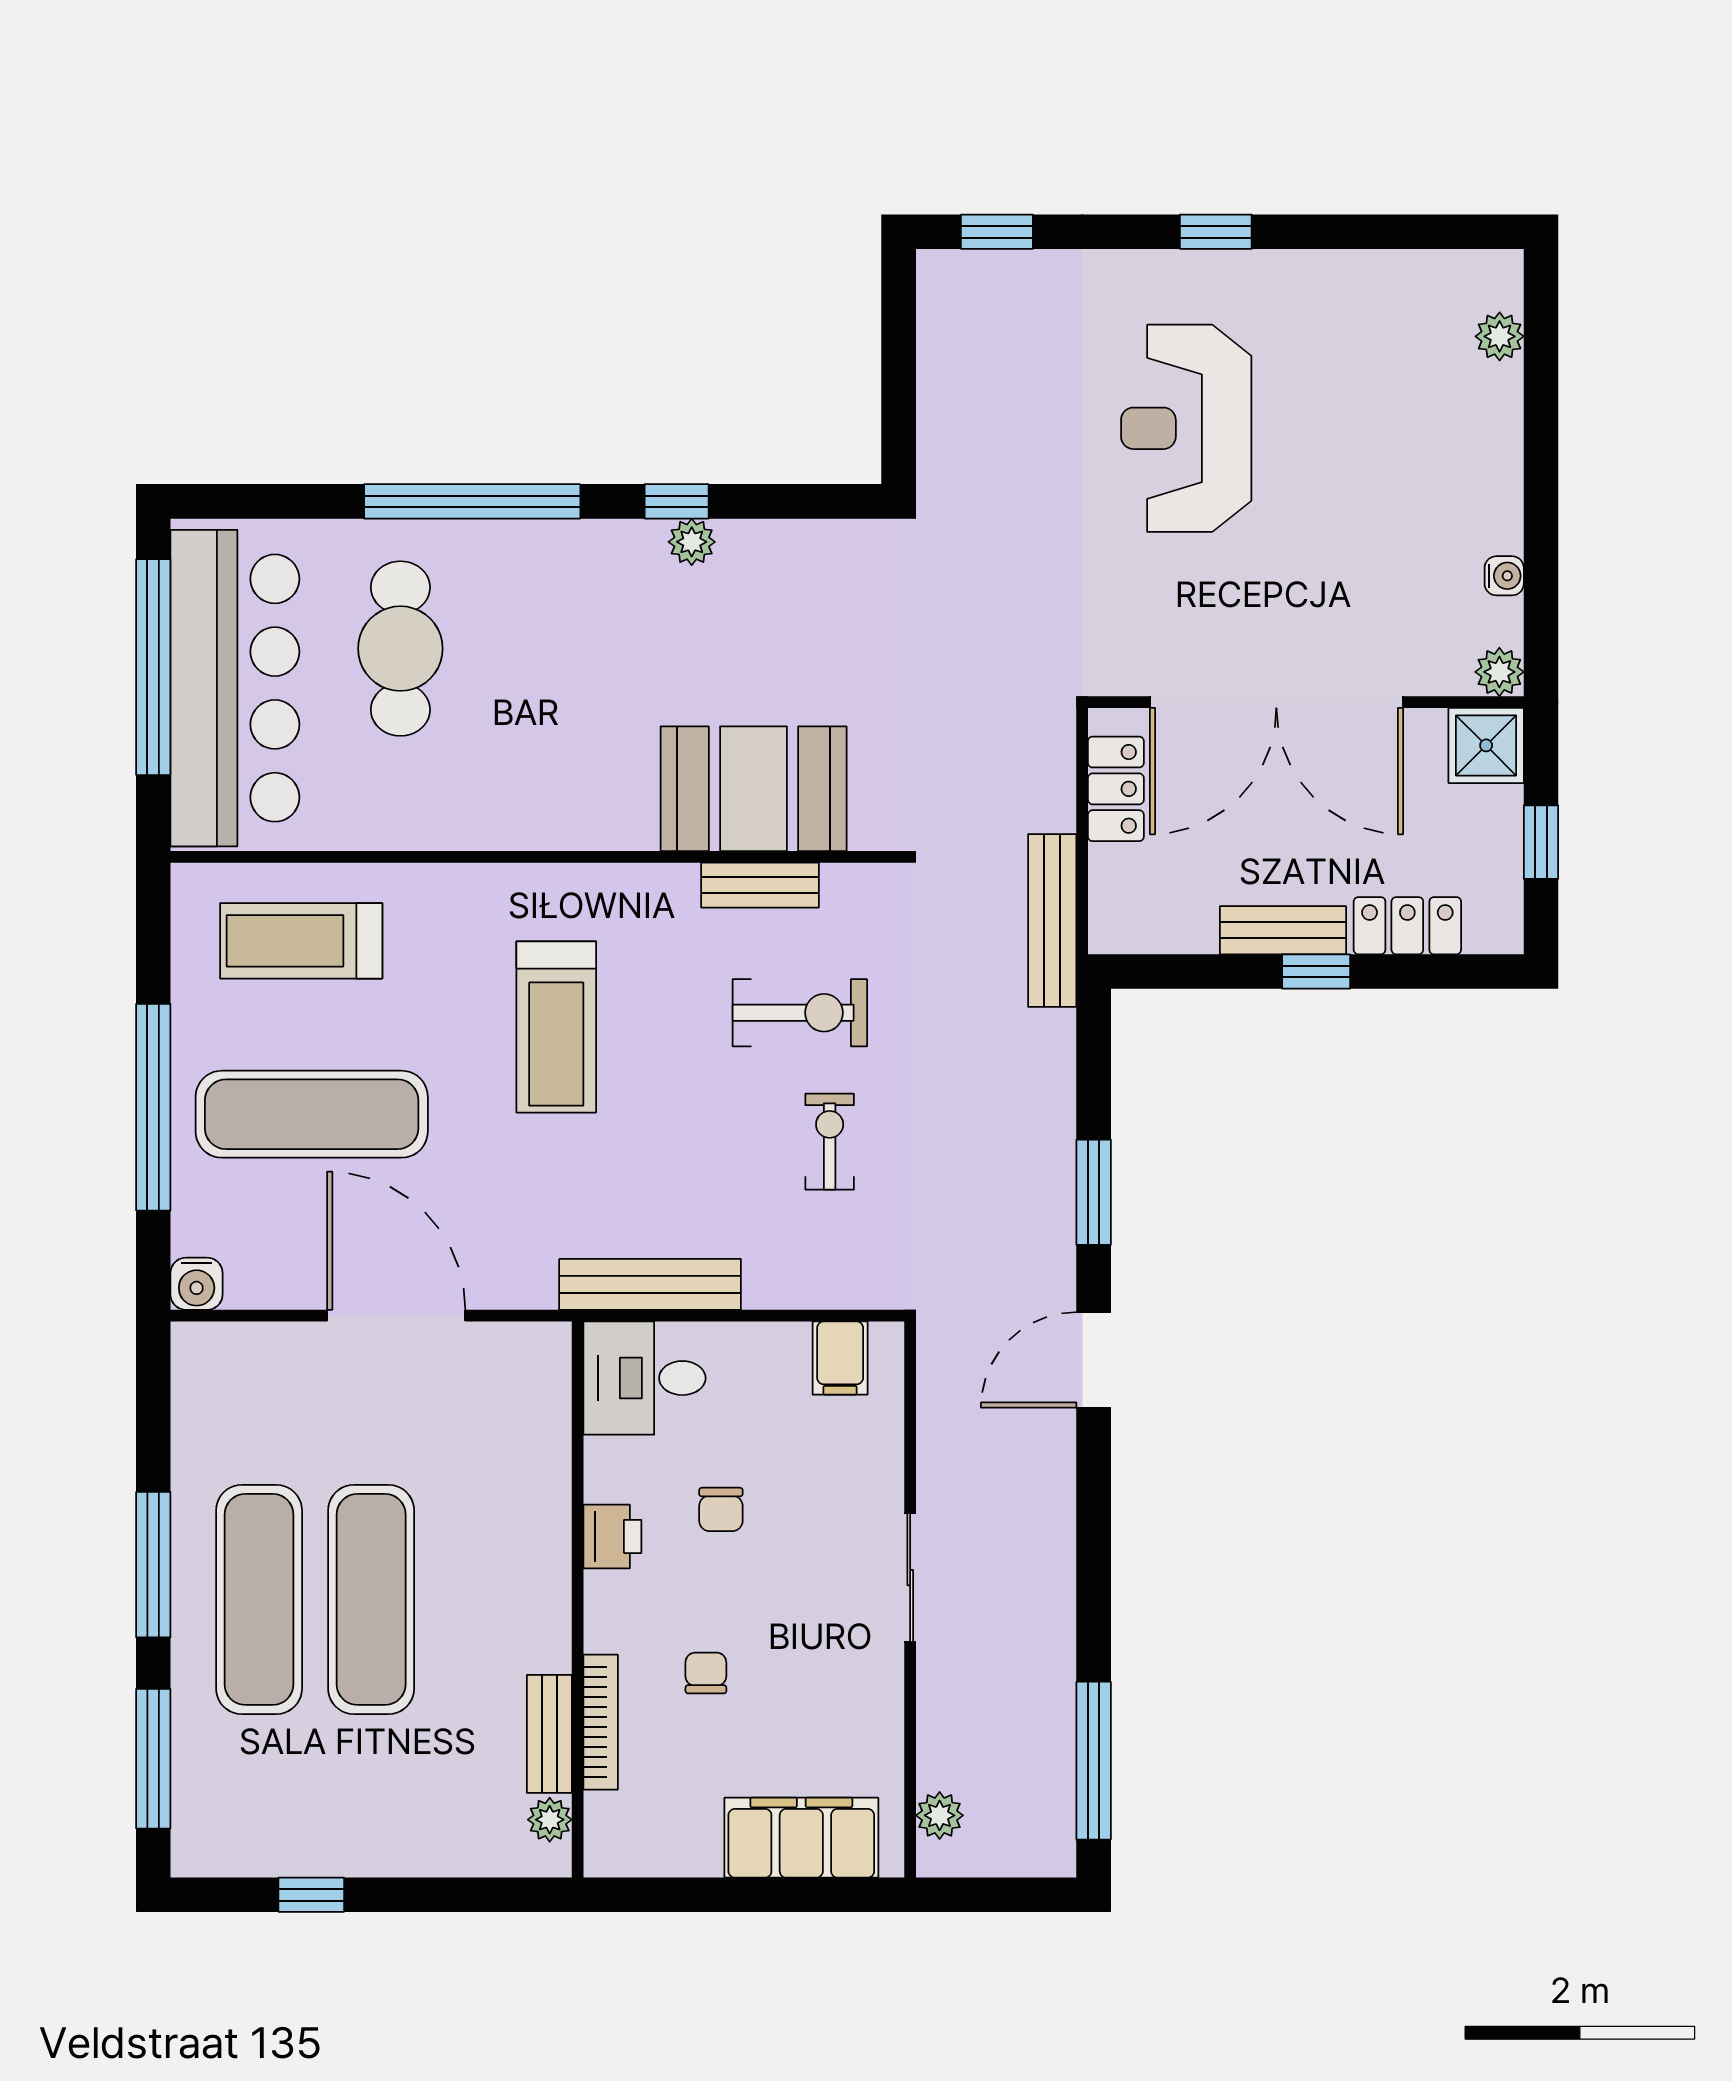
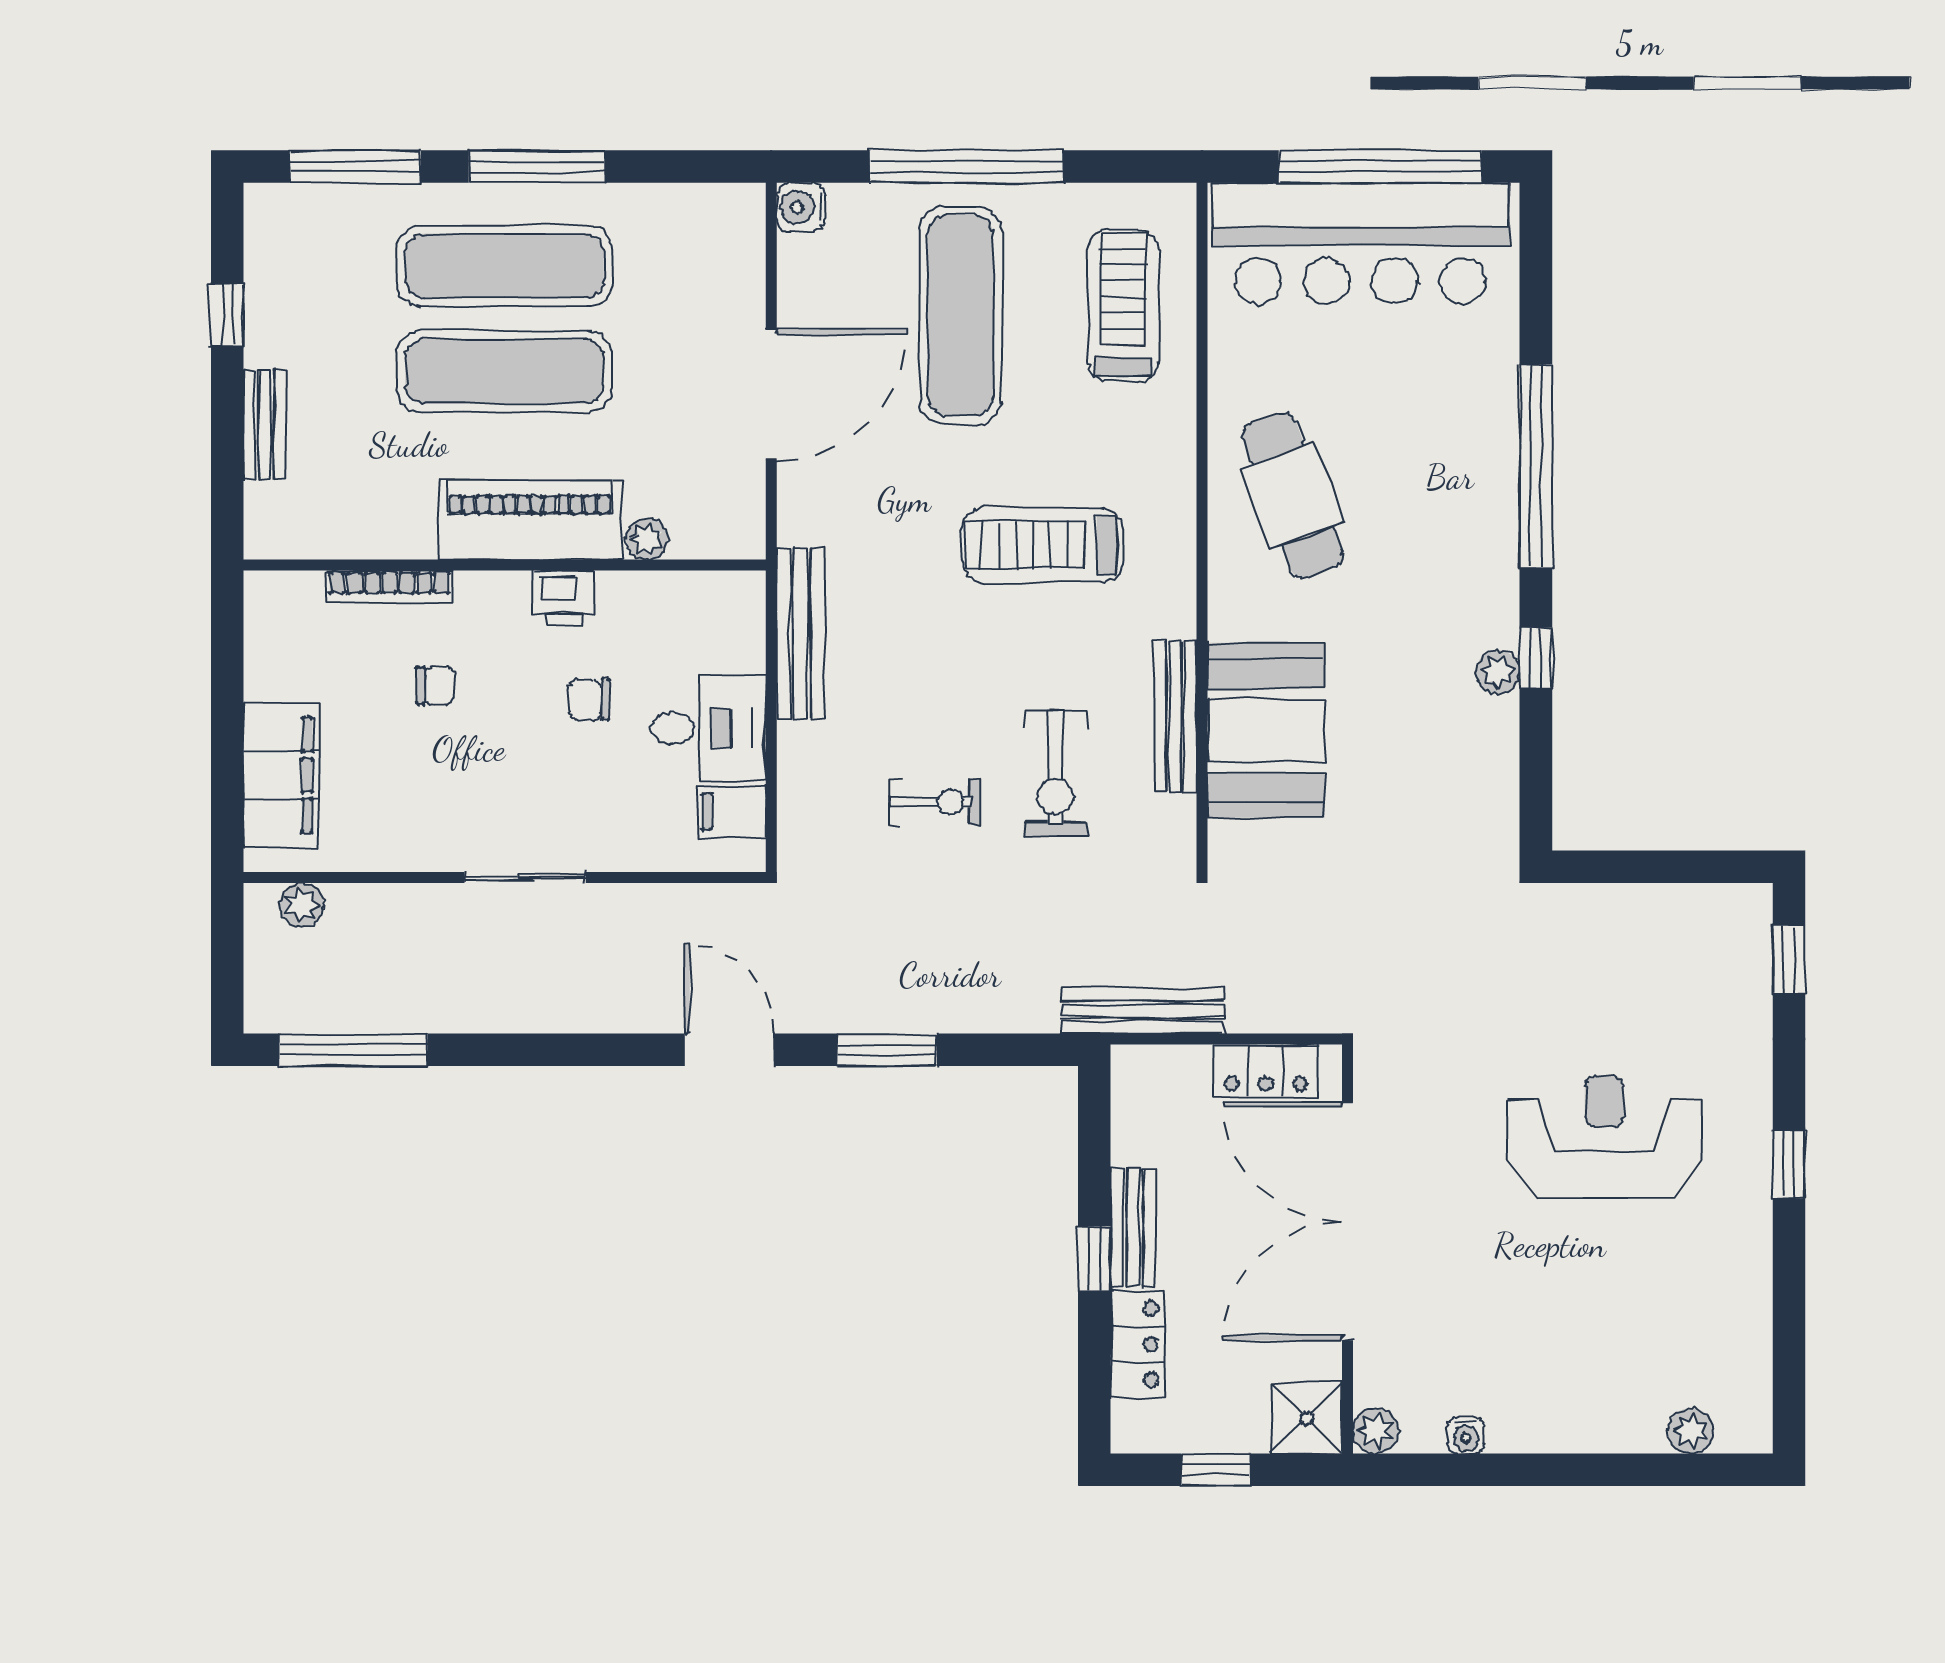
cafe table: (400, 649) -> (1293, 495), moved, turned 70
bench: (760, 885) -> (1175, 716), width x1.36
desk: (644, 1378) -> (708, 728), moved, turned 90
piano: (529, 1573) -> (530, 520), added
bench: (549, 1734) -> (265, 424), moved, turned 90
plant: (550, 1820) -> (647, 539), moved

